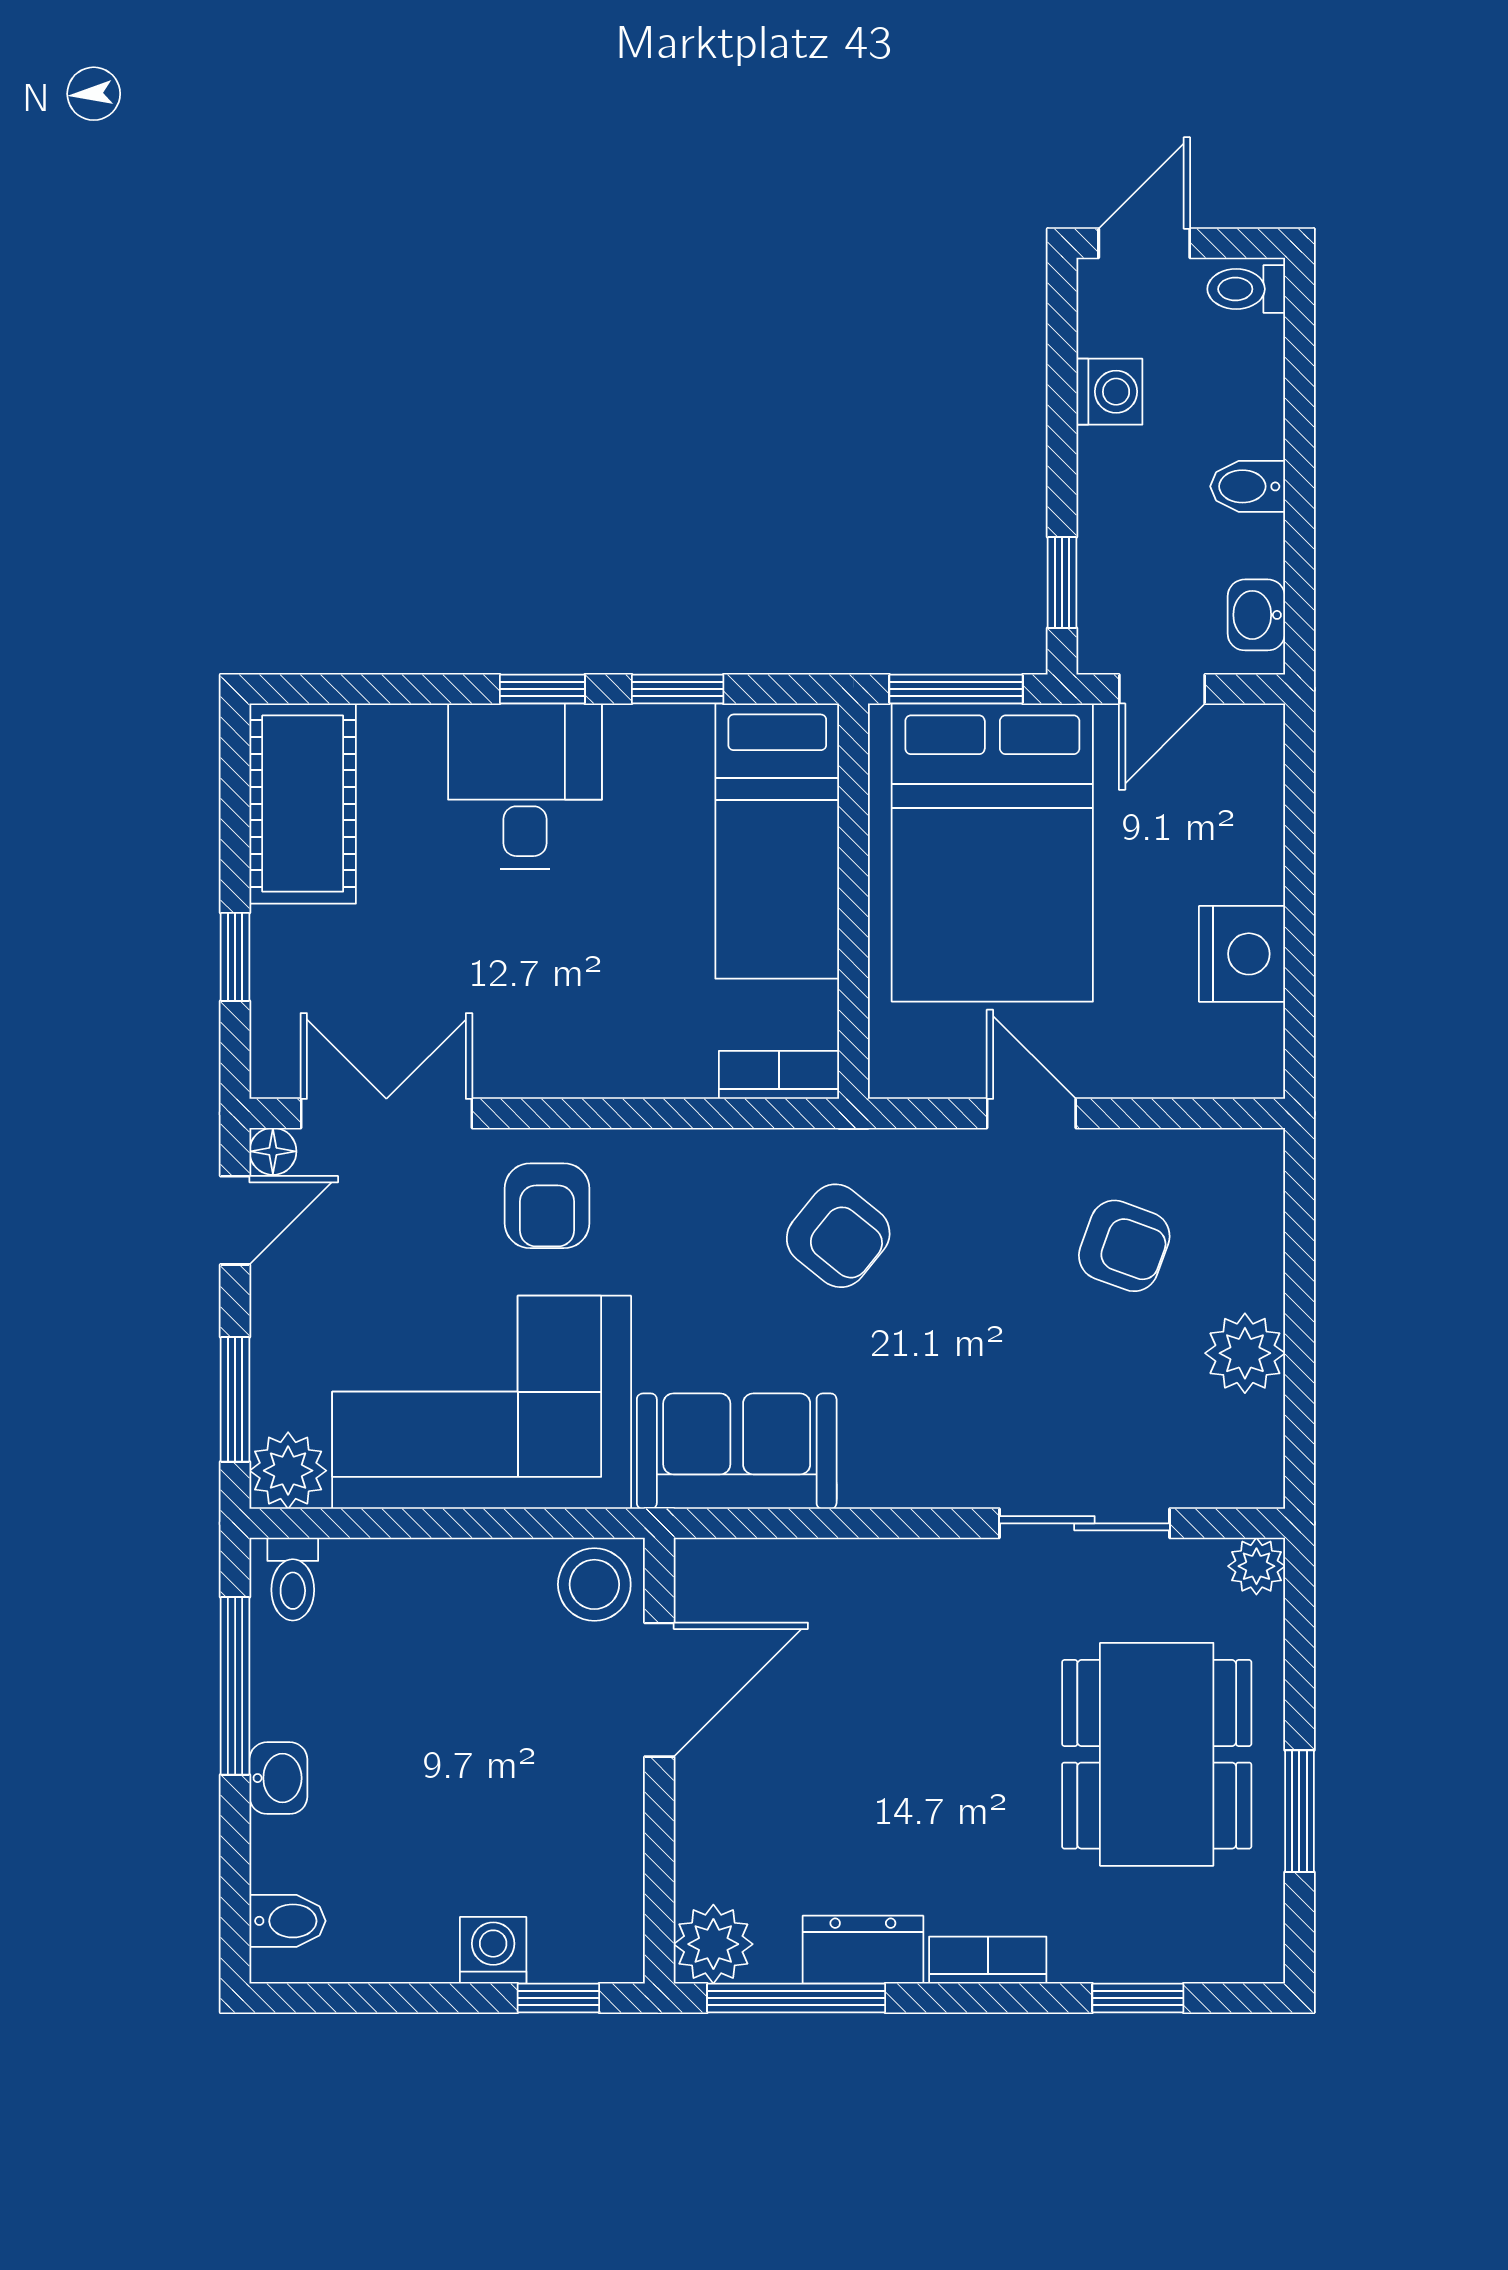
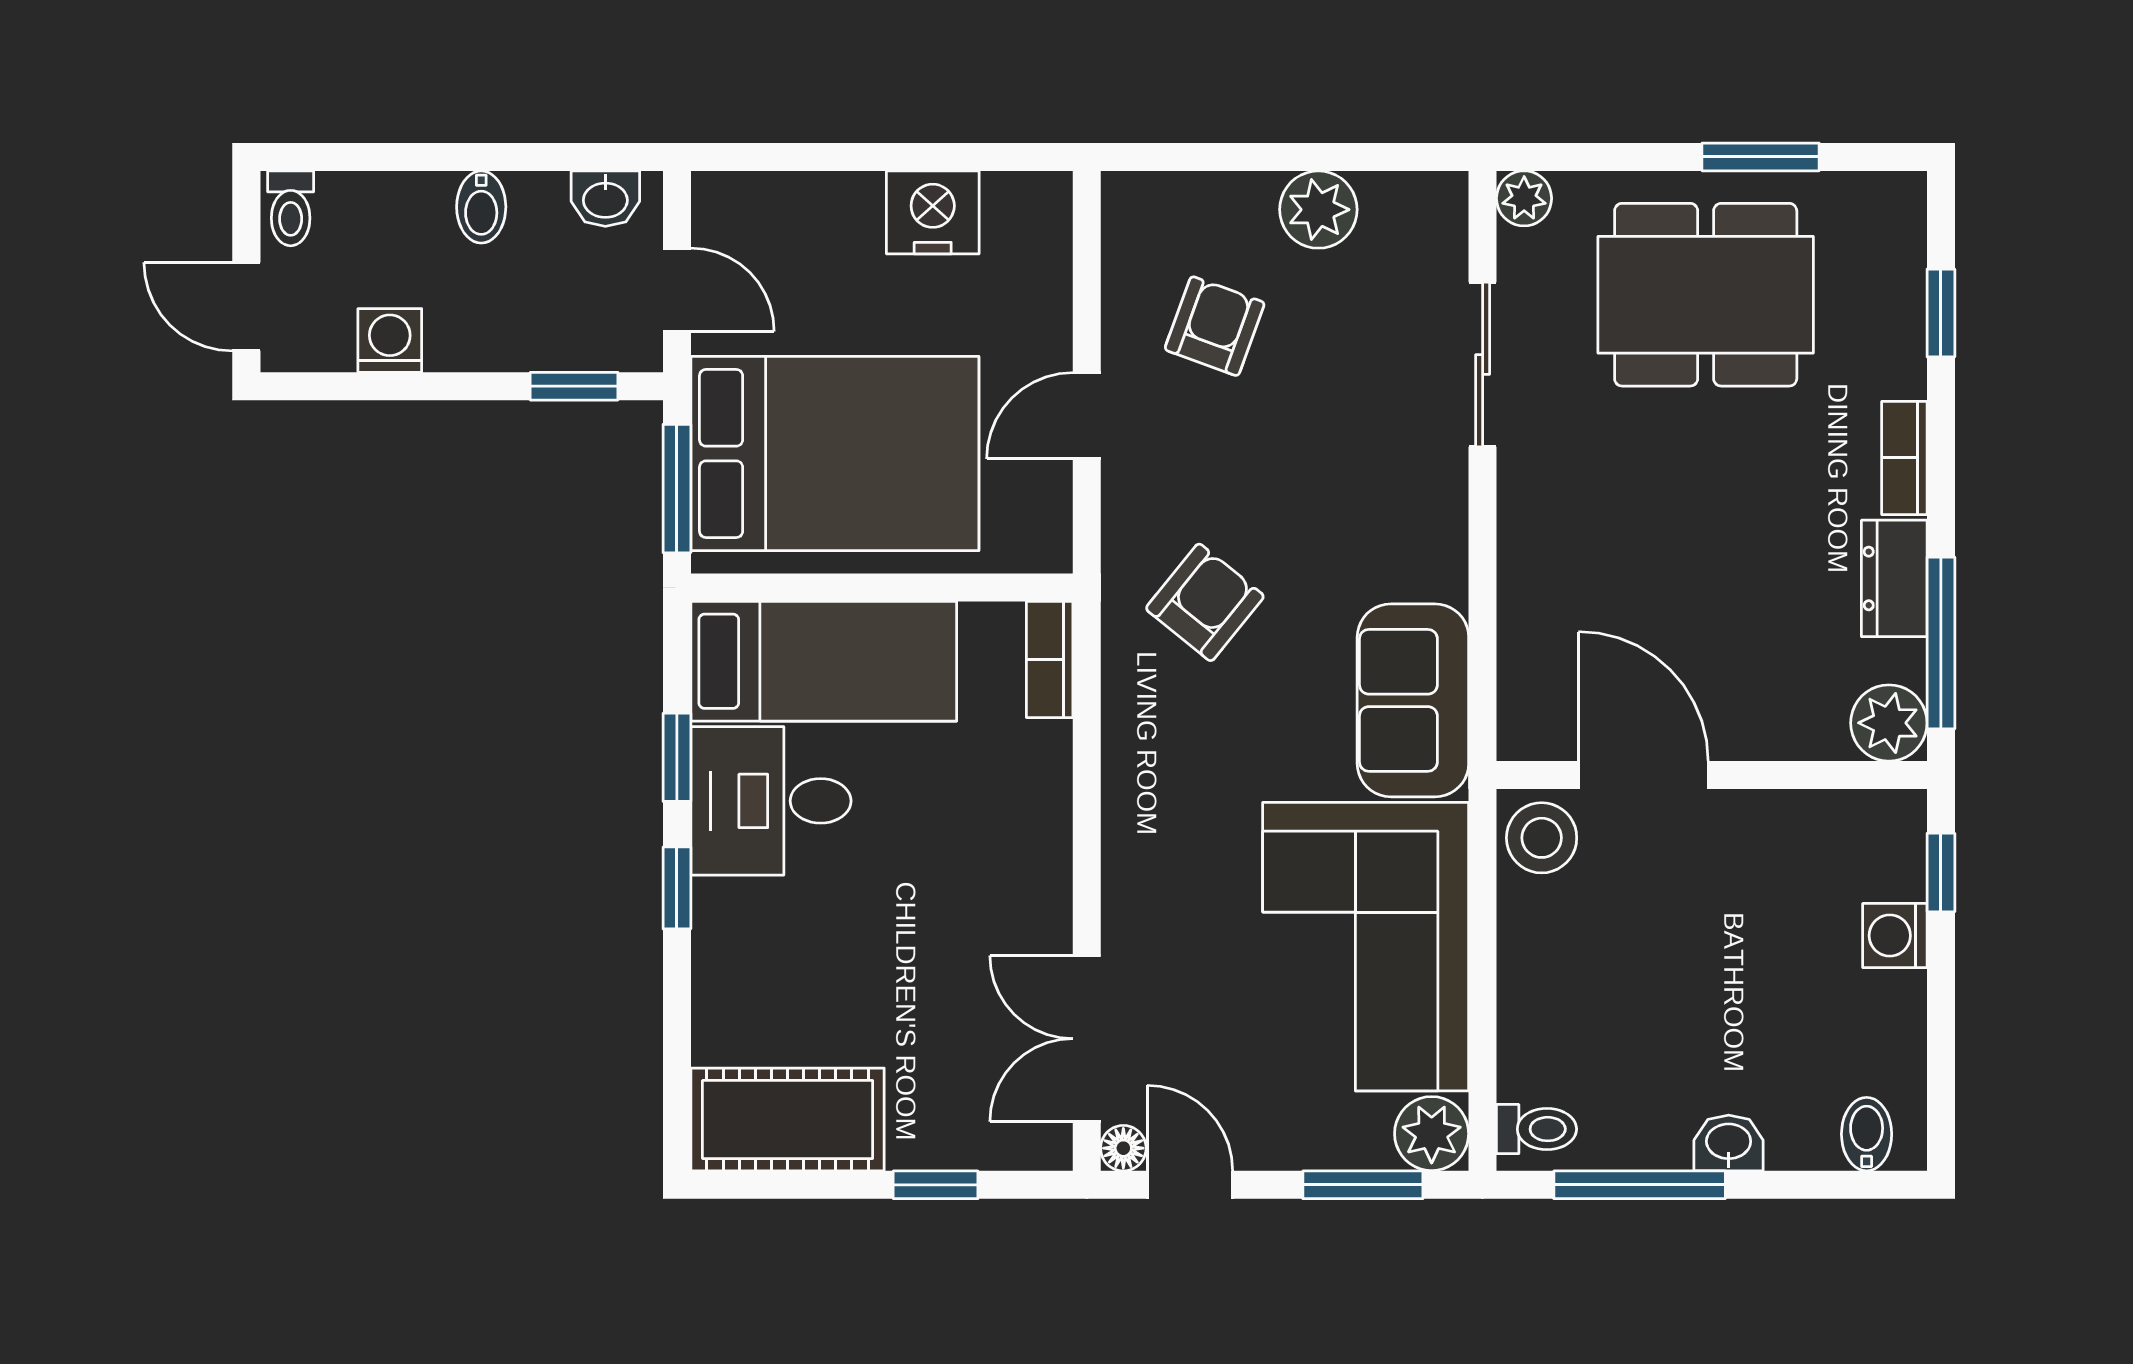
desk: (525, 786) -> (771, 801), moved
armchair: (547, 1206) -> (1176, 884), removed

